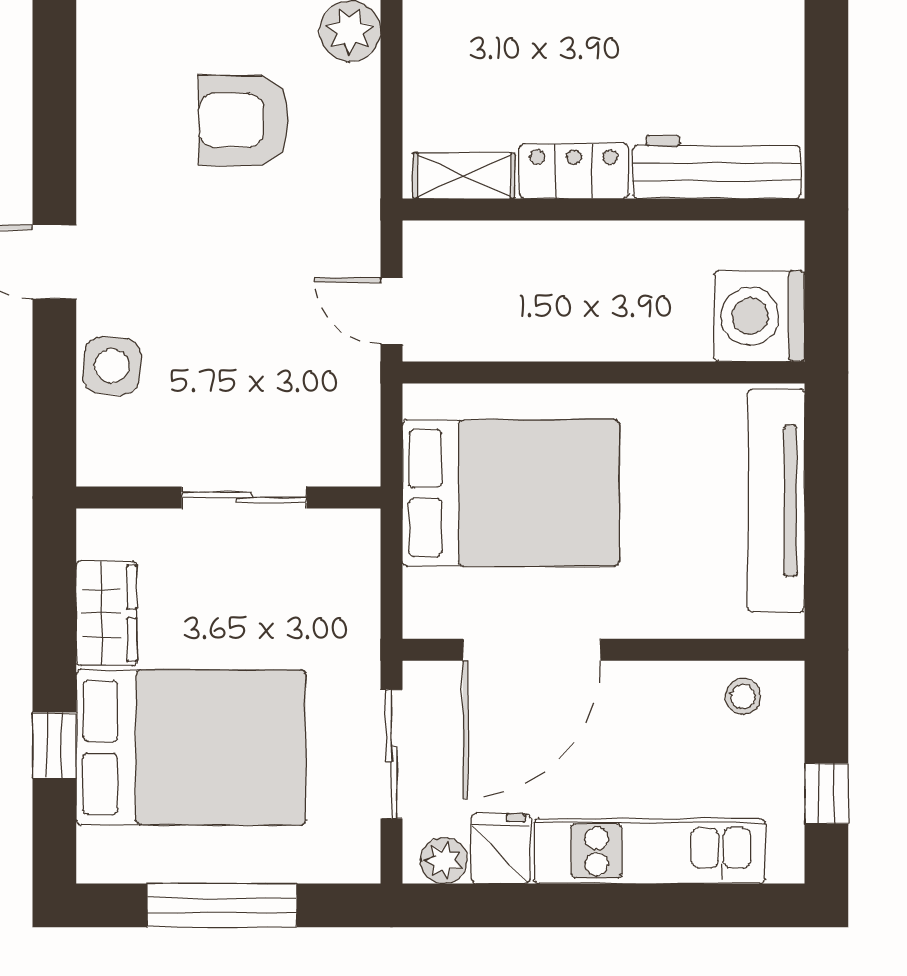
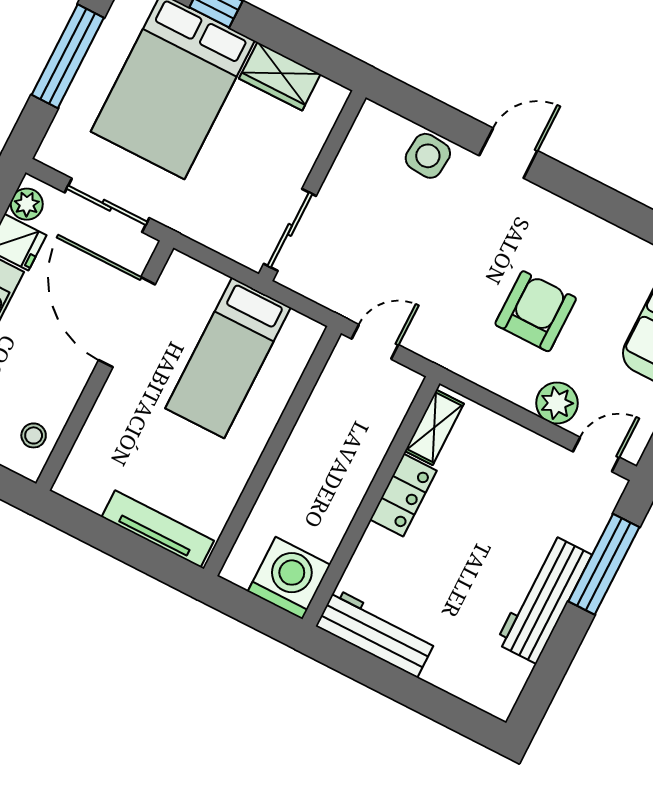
workbench: (717, 167) -> (376, 633), moved, turned -90
washing machine: (759, 316) -> (289, 578), moved
bed: (511, 493) -> (228, 358), width x0.67
sliding door: (244, 498) -> (290, 230), moved
tv unit: (776, 501) -> (158, 529), width x0.73, depth x0.78

